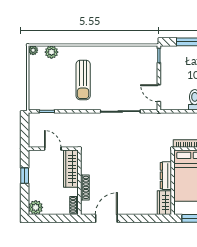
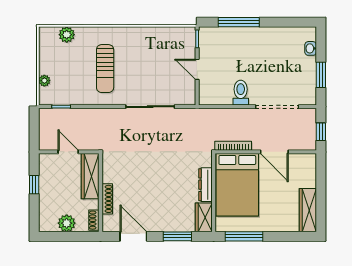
plant: (33, 50) -> (44, 81), moved
door: (159, 93) -> (197, 69), moved
plant: (36, 207) -> (67, 223), moved
door: (106, 218) -> (133, 236), hinge flipped
window: (143, 218) -> (177, 236), added

